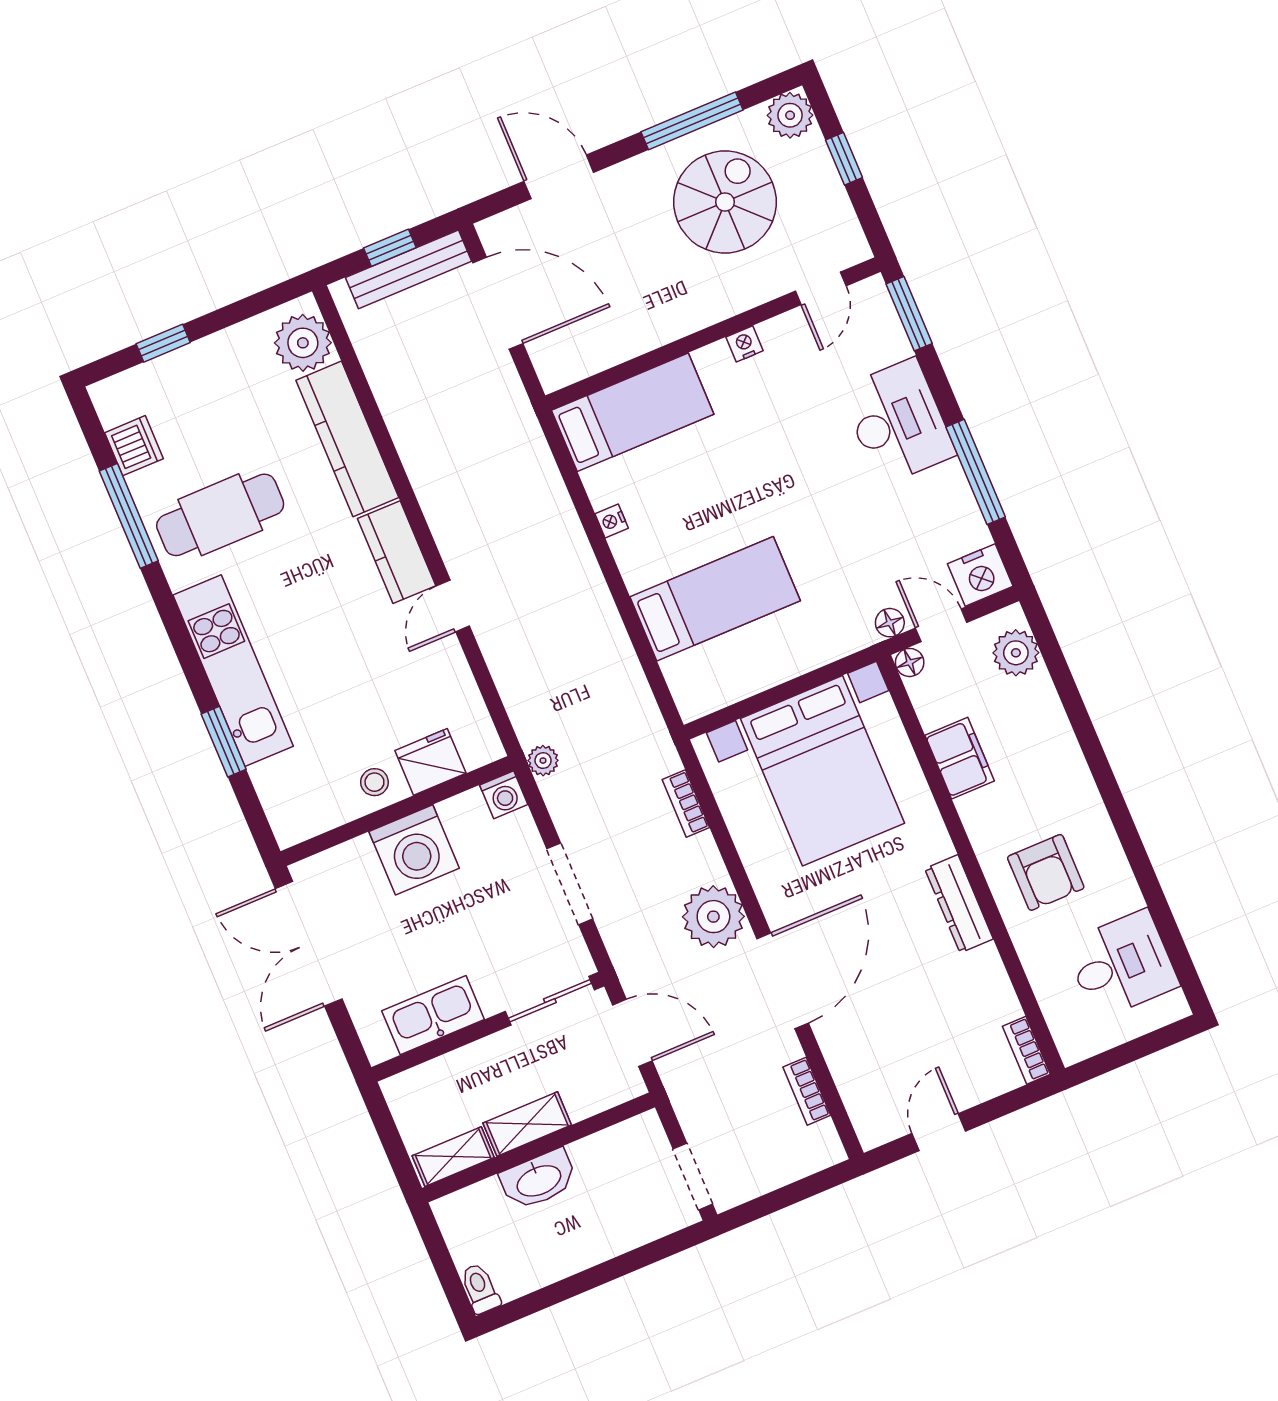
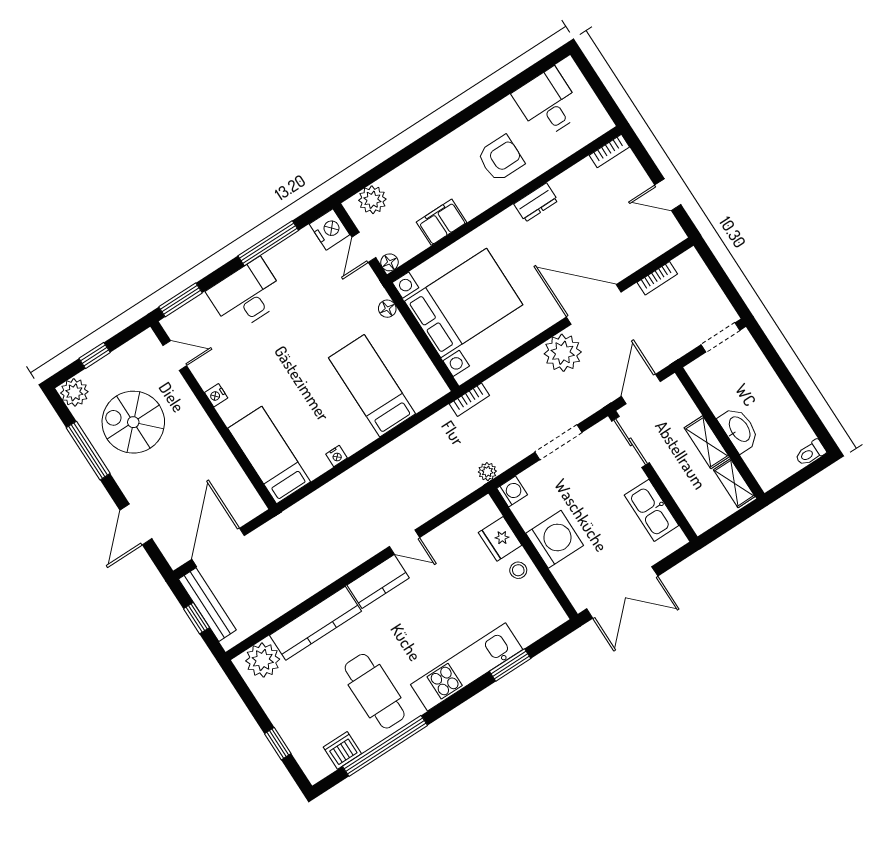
window: (129, 516) -> (385, 746), width x1.46
floor lamp: (890, 623) -> (387, 309), moved
bookcase: (686, 803) -> (469, 400), moved
dresser: (959, 904) -> (536, 202), width x0.70

